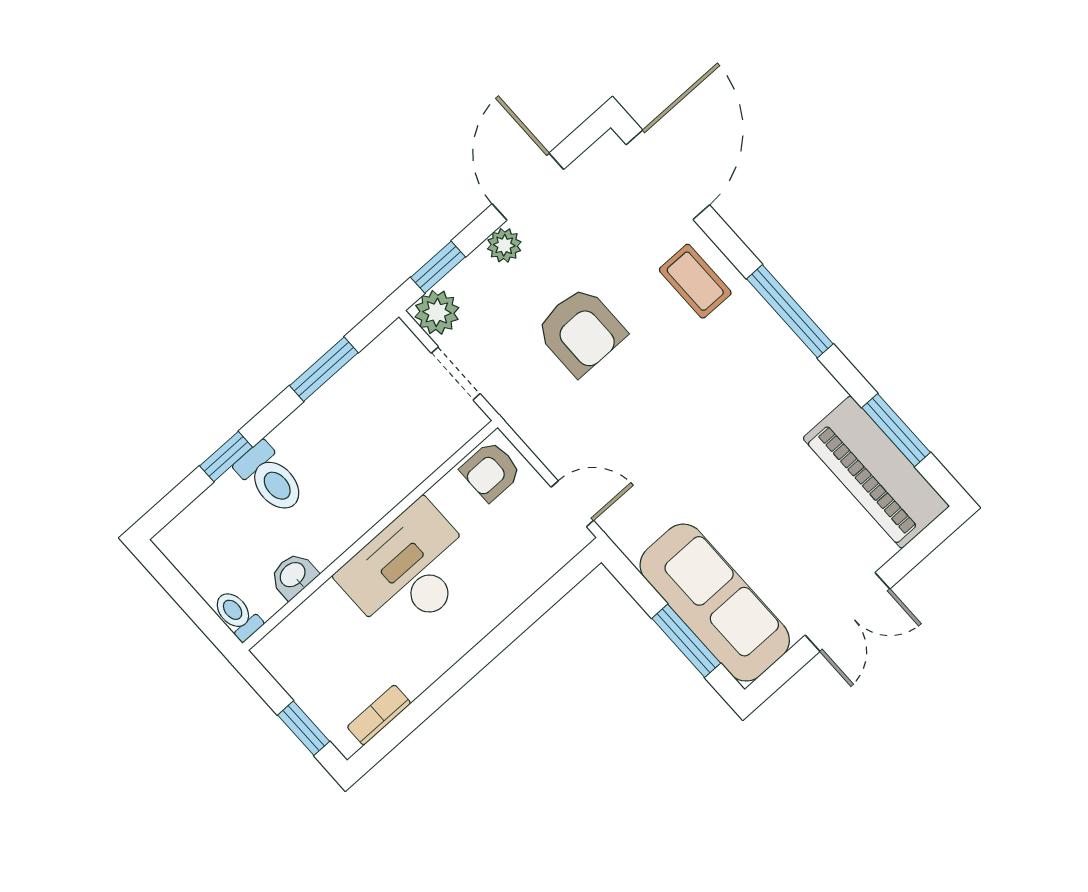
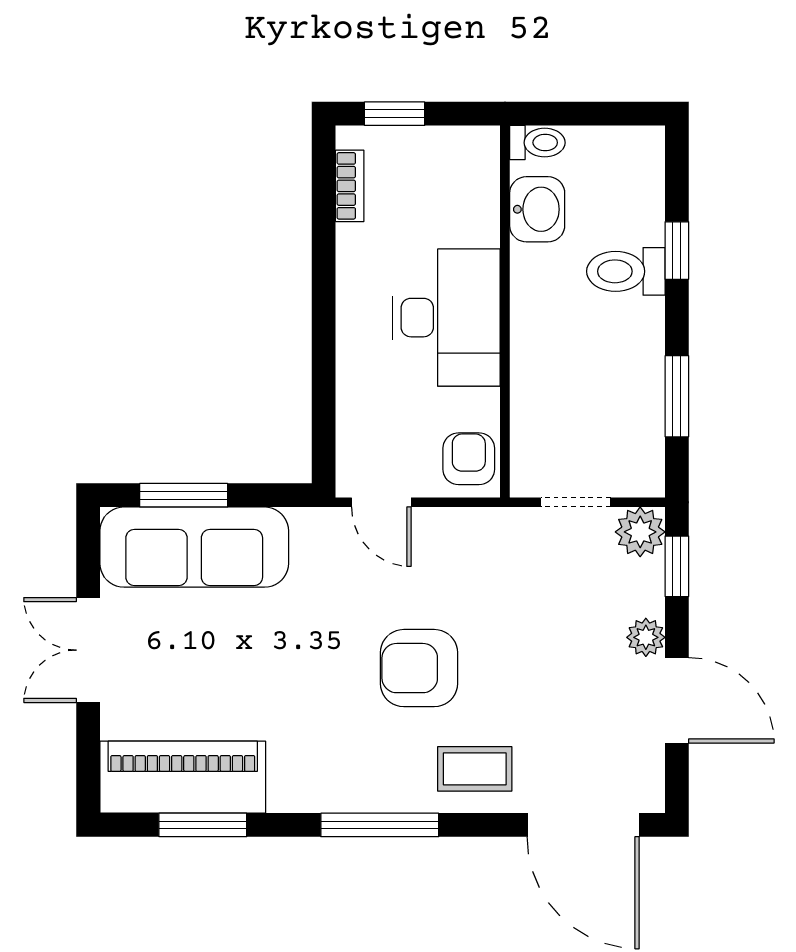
armchair: (581, 331) -> (419, 668), moved
door: (572, 504) -> (381, 502), hinge flipped
washbasin: (293, 575) -> (537, 209), width x1.38, depth x1.45

